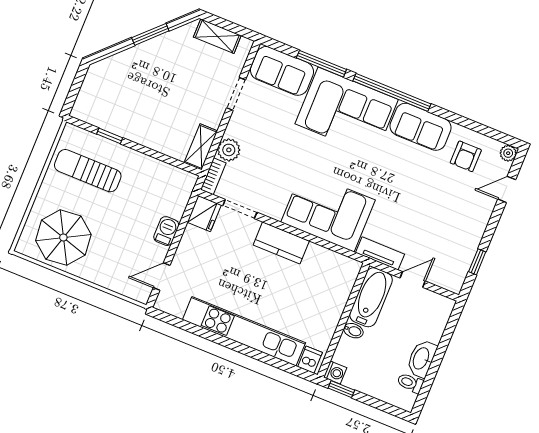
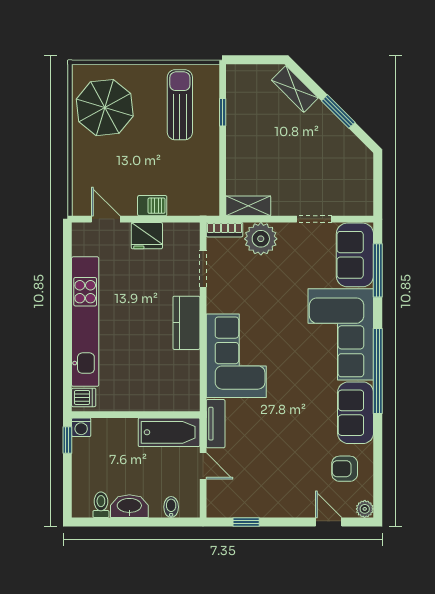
shelving: (217, 36) -> (295, 89), moved, turned -45
window: (321, 64) -> (378, 270), moved
plant: (229, 150) -> (261, 239), width x1.36, depth x1.36
fridge: (204, 214) -> (147, 236), moved
bidet: (353, 331) -> (171, 507), moved, turned 180

